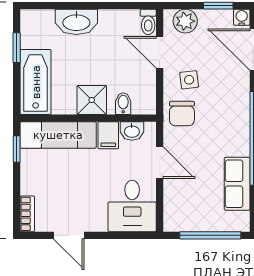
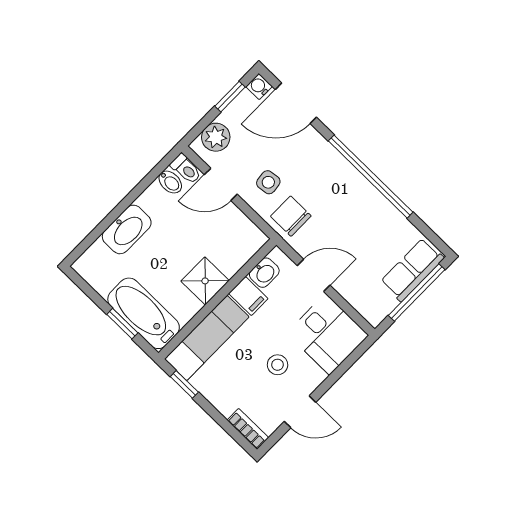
window: (17, 48) -> (122, 324), moved
bidet: (123, 104) -> (170, 182), moved, turned 180
chair: (182, 114) -> (291, 216), turned 180
row of seats: (237, 184) -> (412, 270), moved, turned 90
stool: (84, 194) -> (278, 365), added

